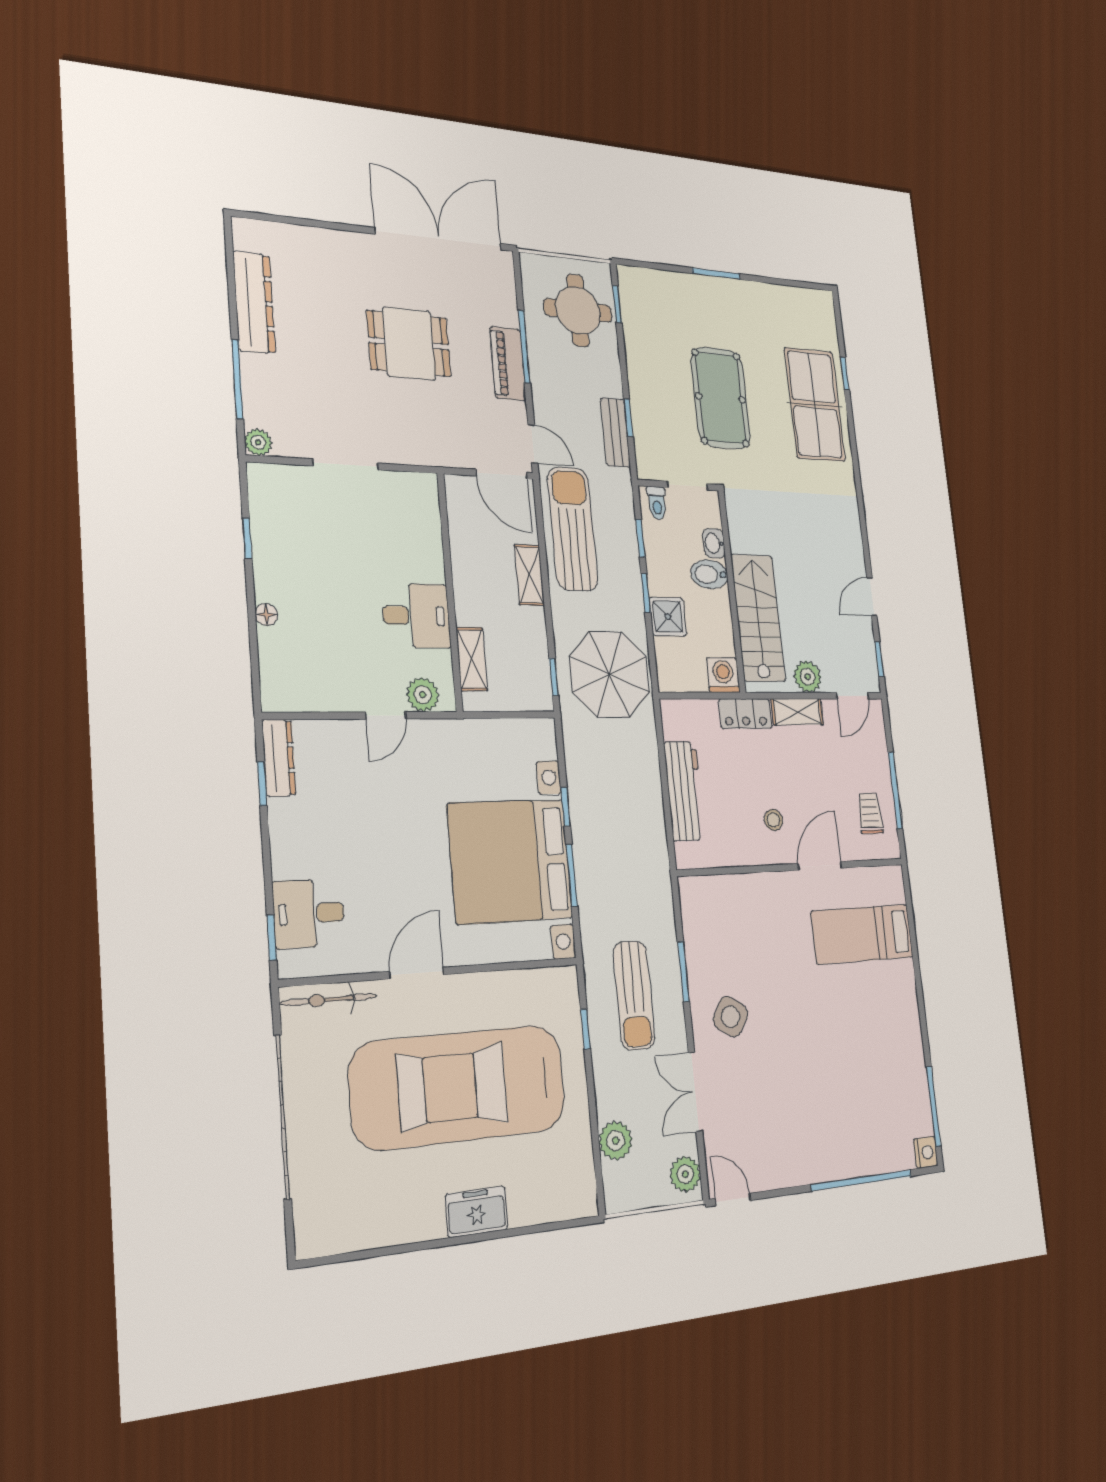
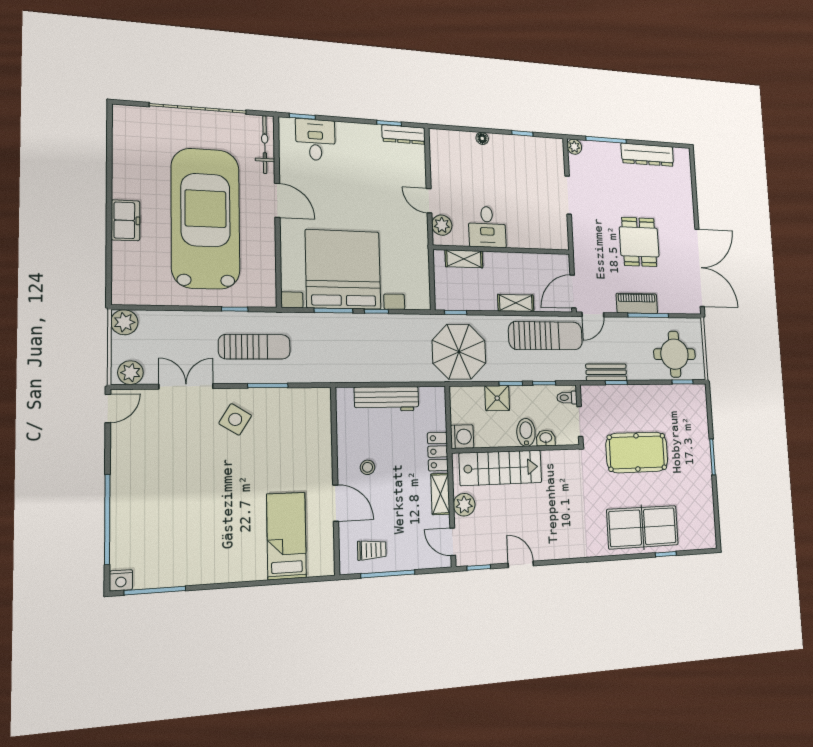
sun lounger: (634, 995) -> (254, 347), turned 180
plant: (616, 1141) -> (124, 322), moved

